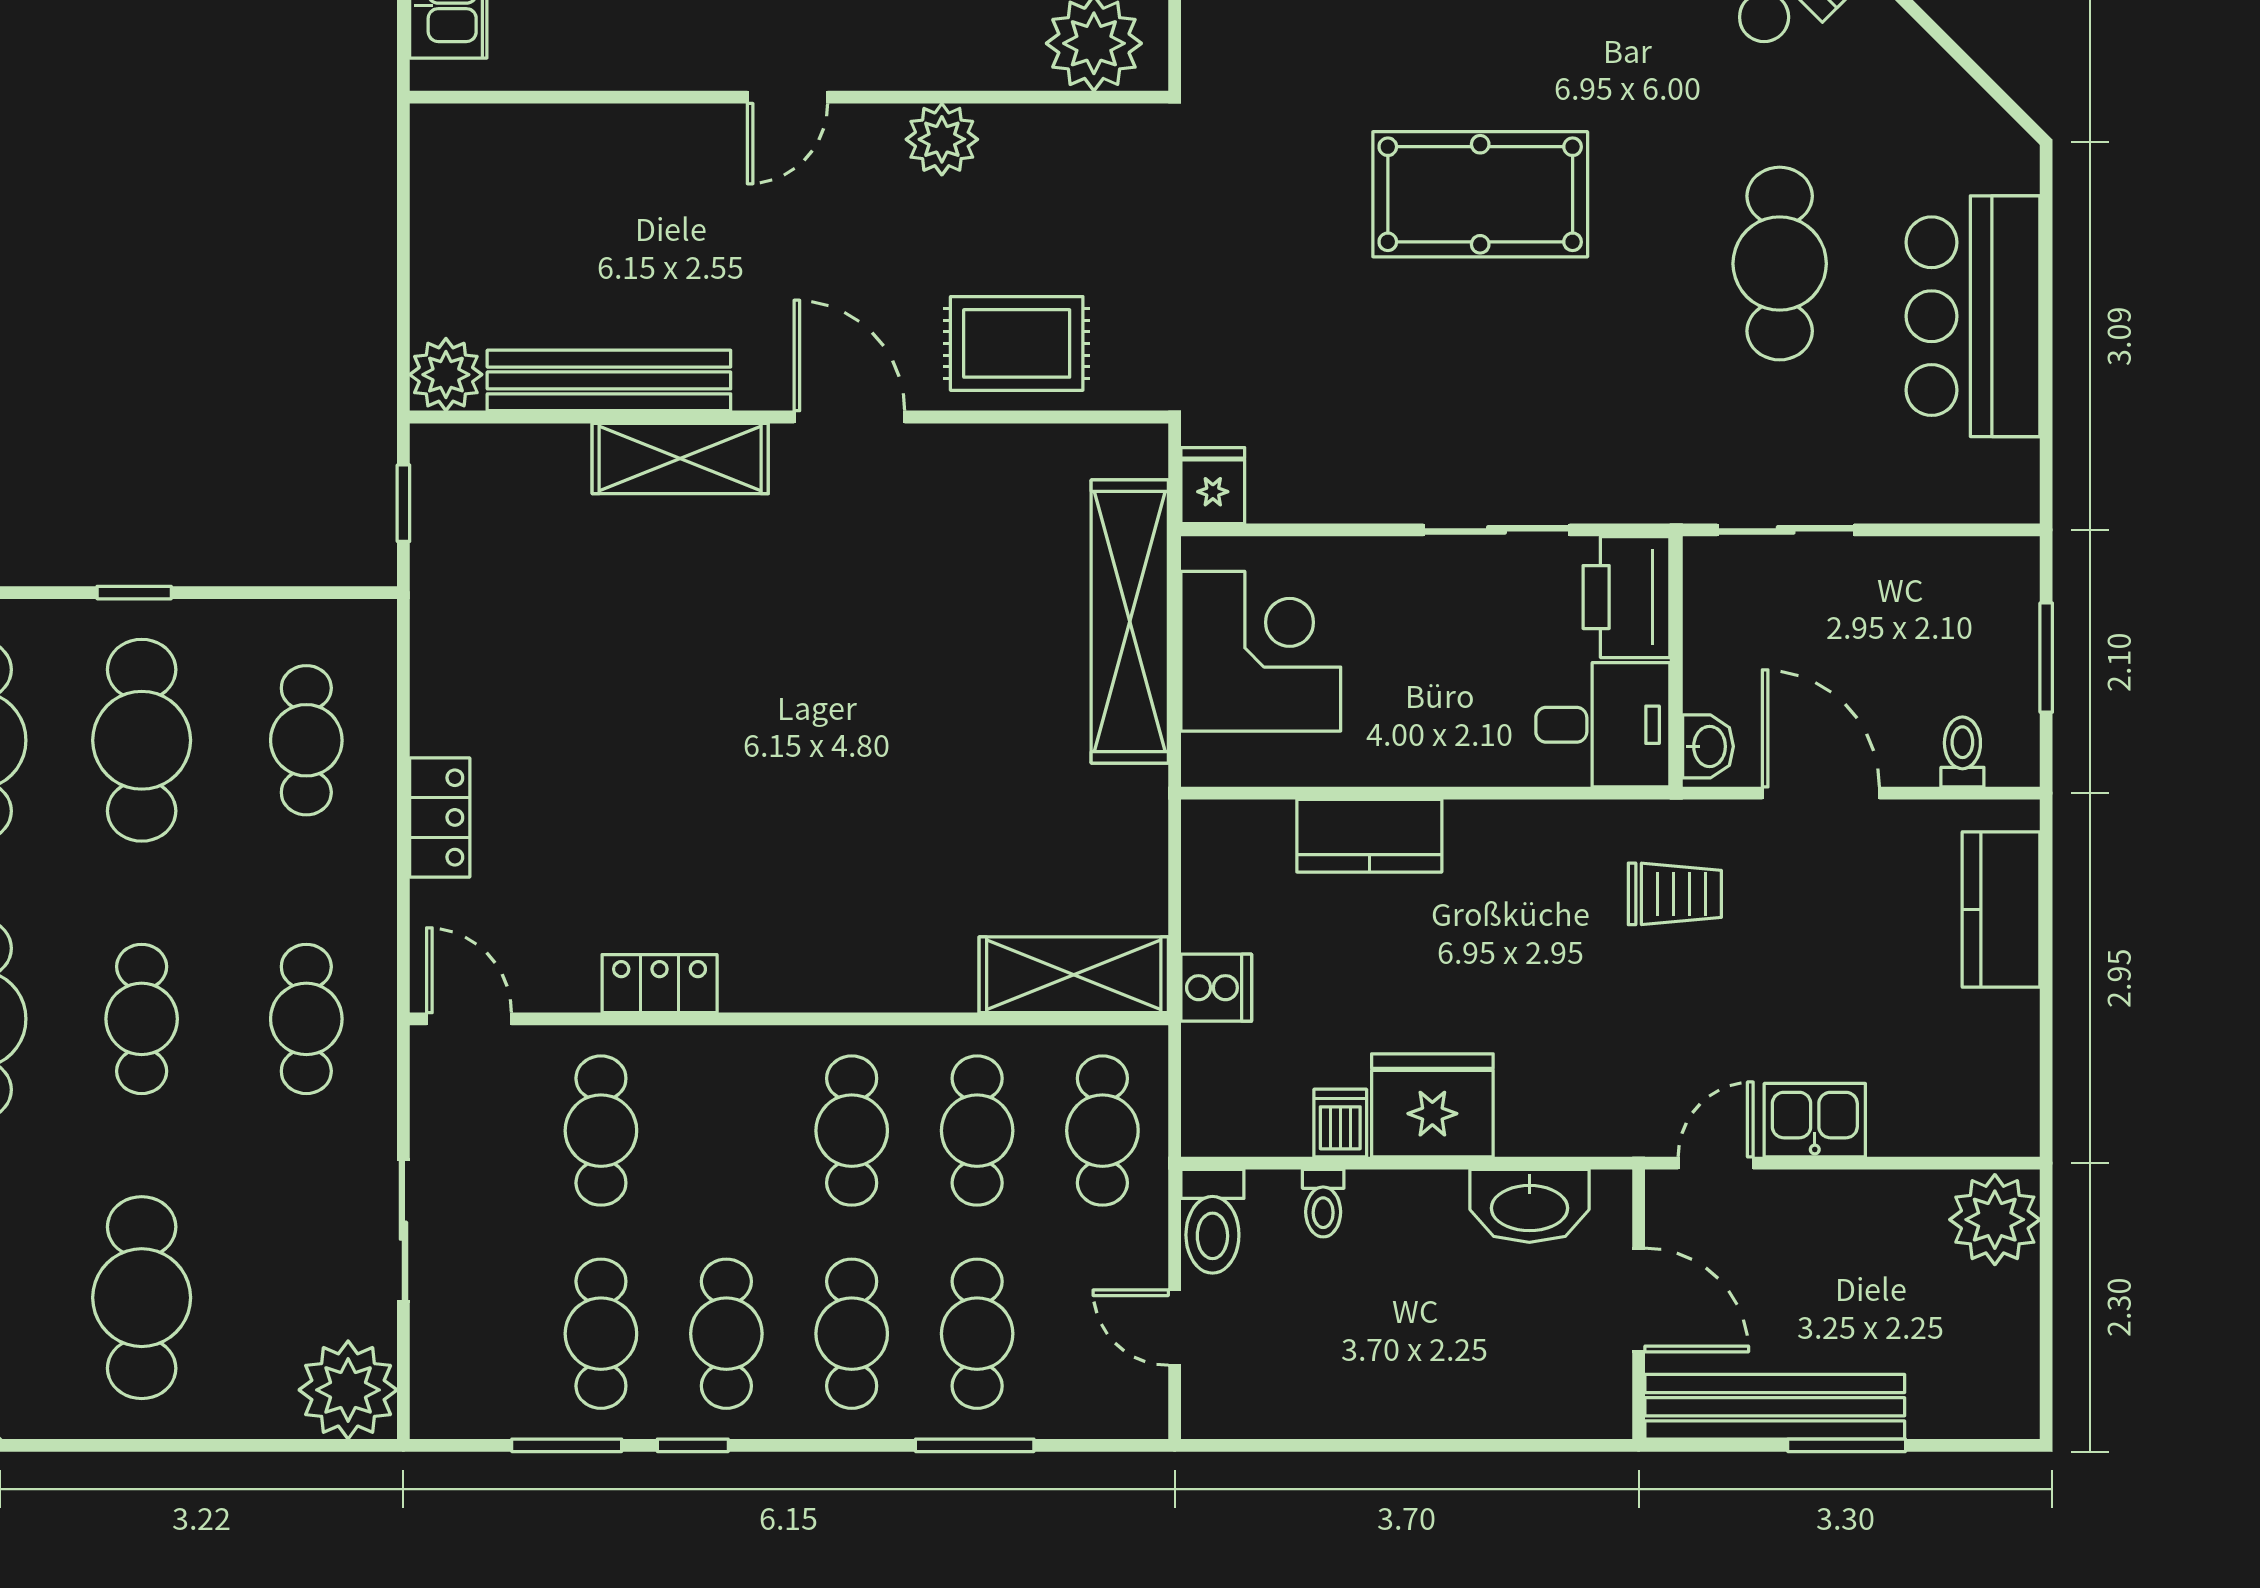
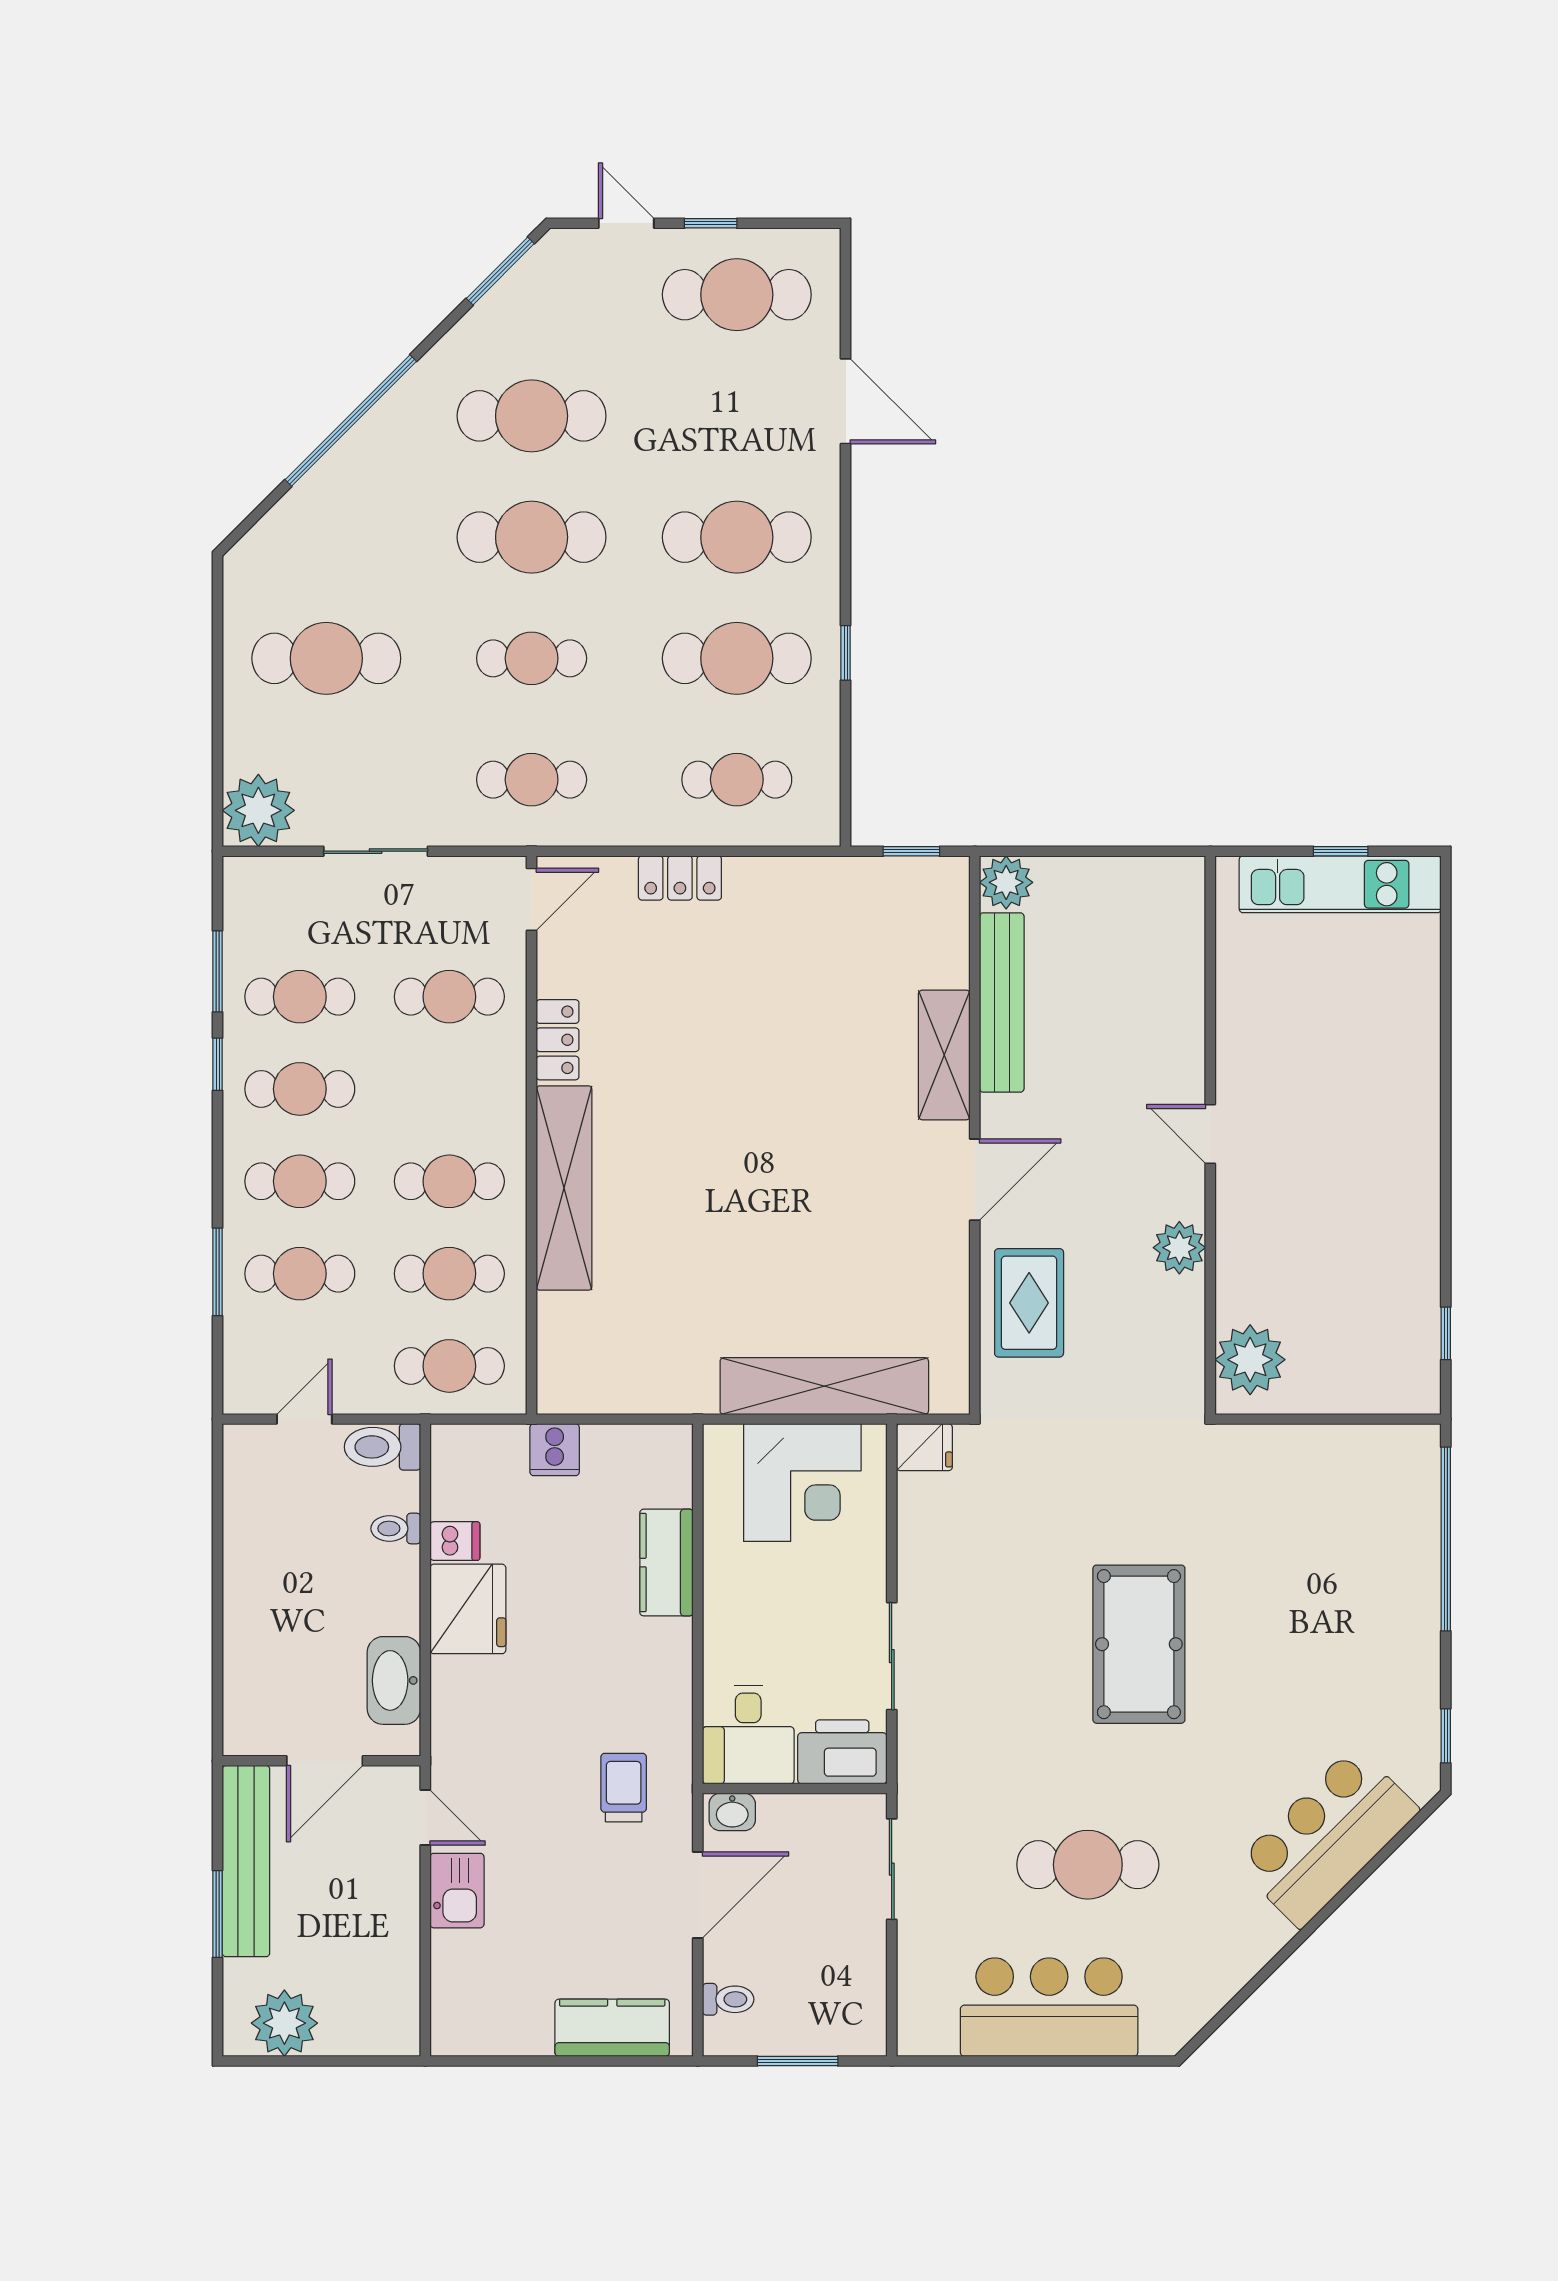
trolley: (1675, 894) -> (624, 1788), turned 180
shelving: (1074, 975) -> (564, 1188), moved, width x1.47
plant: (1995, 1220) -> (284, 2023), moved

